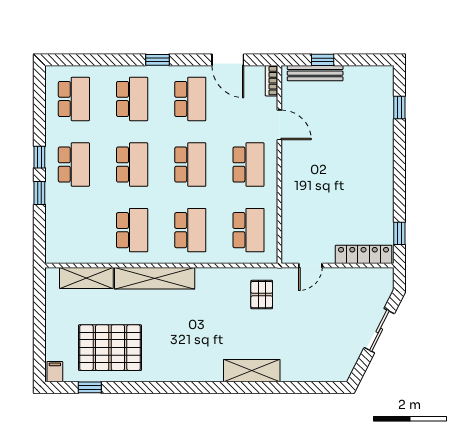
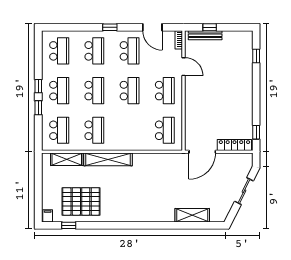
school desk: (190, 230) -> (59, 130), moved
door: (310, 265) -> (202, 152), width x1.88
pallet: (262, 295) -> (173, 169), removed
shelving: (252, 371) -> (192, 215), moved

